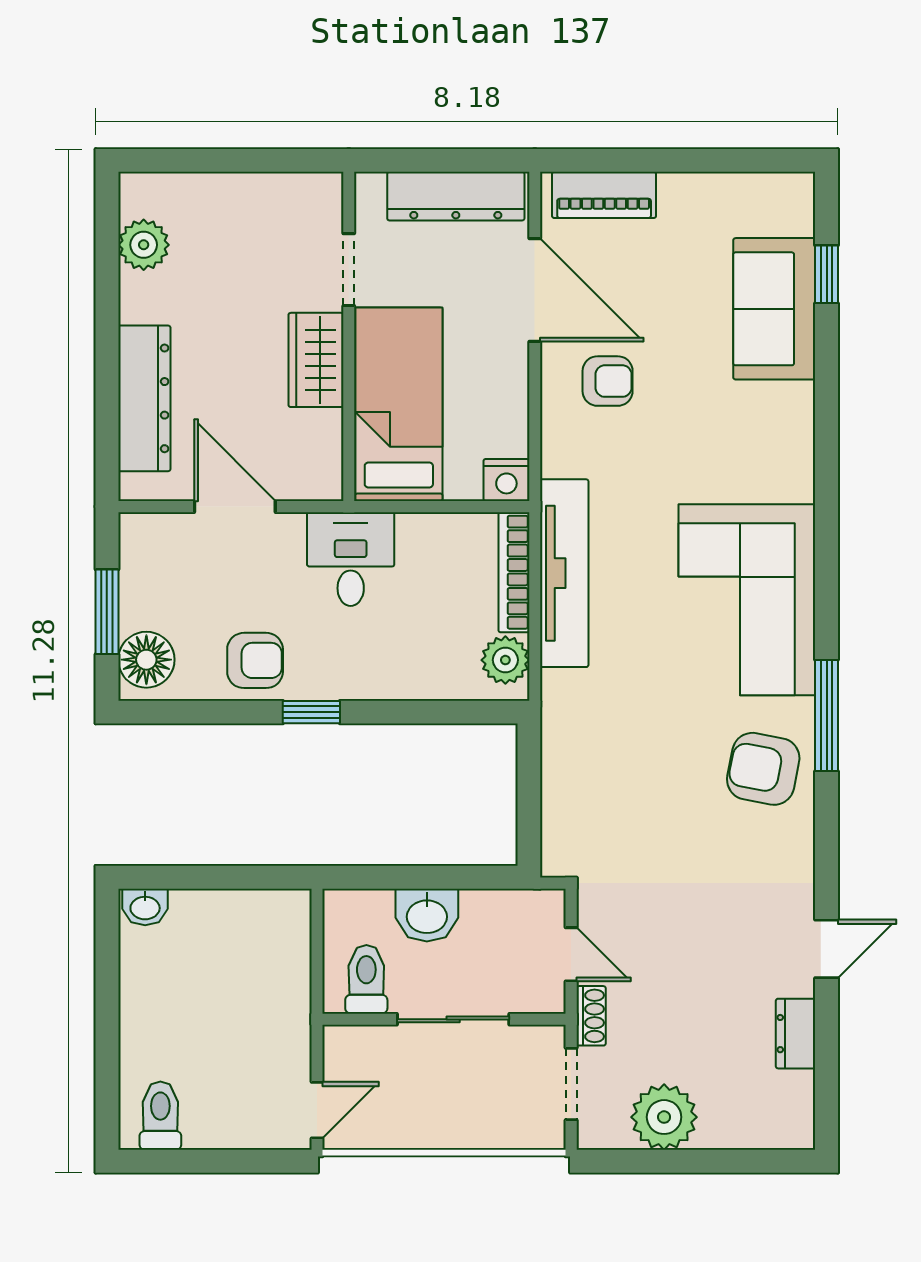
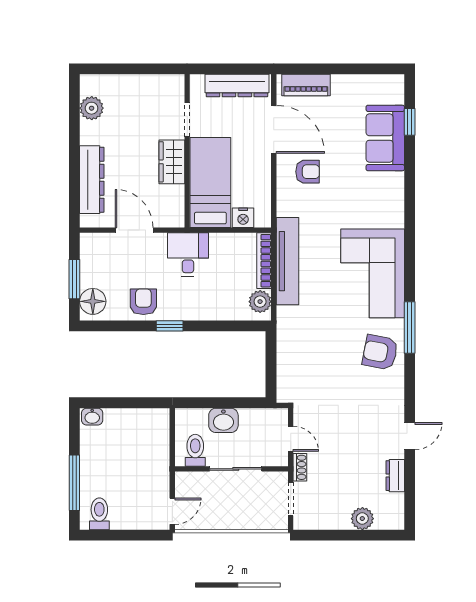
nightstand: (506, 480) -> (243, 218), moved
armchair: (255, 660) -> (143, 302), turned -90
window: (107, 1049) -> (74, 483), added
plant: (664, 1117) -> (362, 519), moved, width x0.73, depth x0.73

